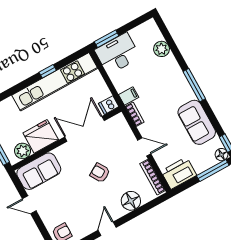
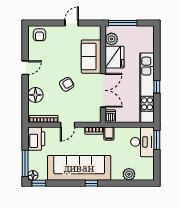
window: (194, 85) -> (91, 183), width x0.46
sofa: (197, 122) -> (79, 168), width x1.85, depth x1.27
sofa: (39, 171) -> (91, 57), moved
door: (107, 229) -> (25, 68), hinge flipped

